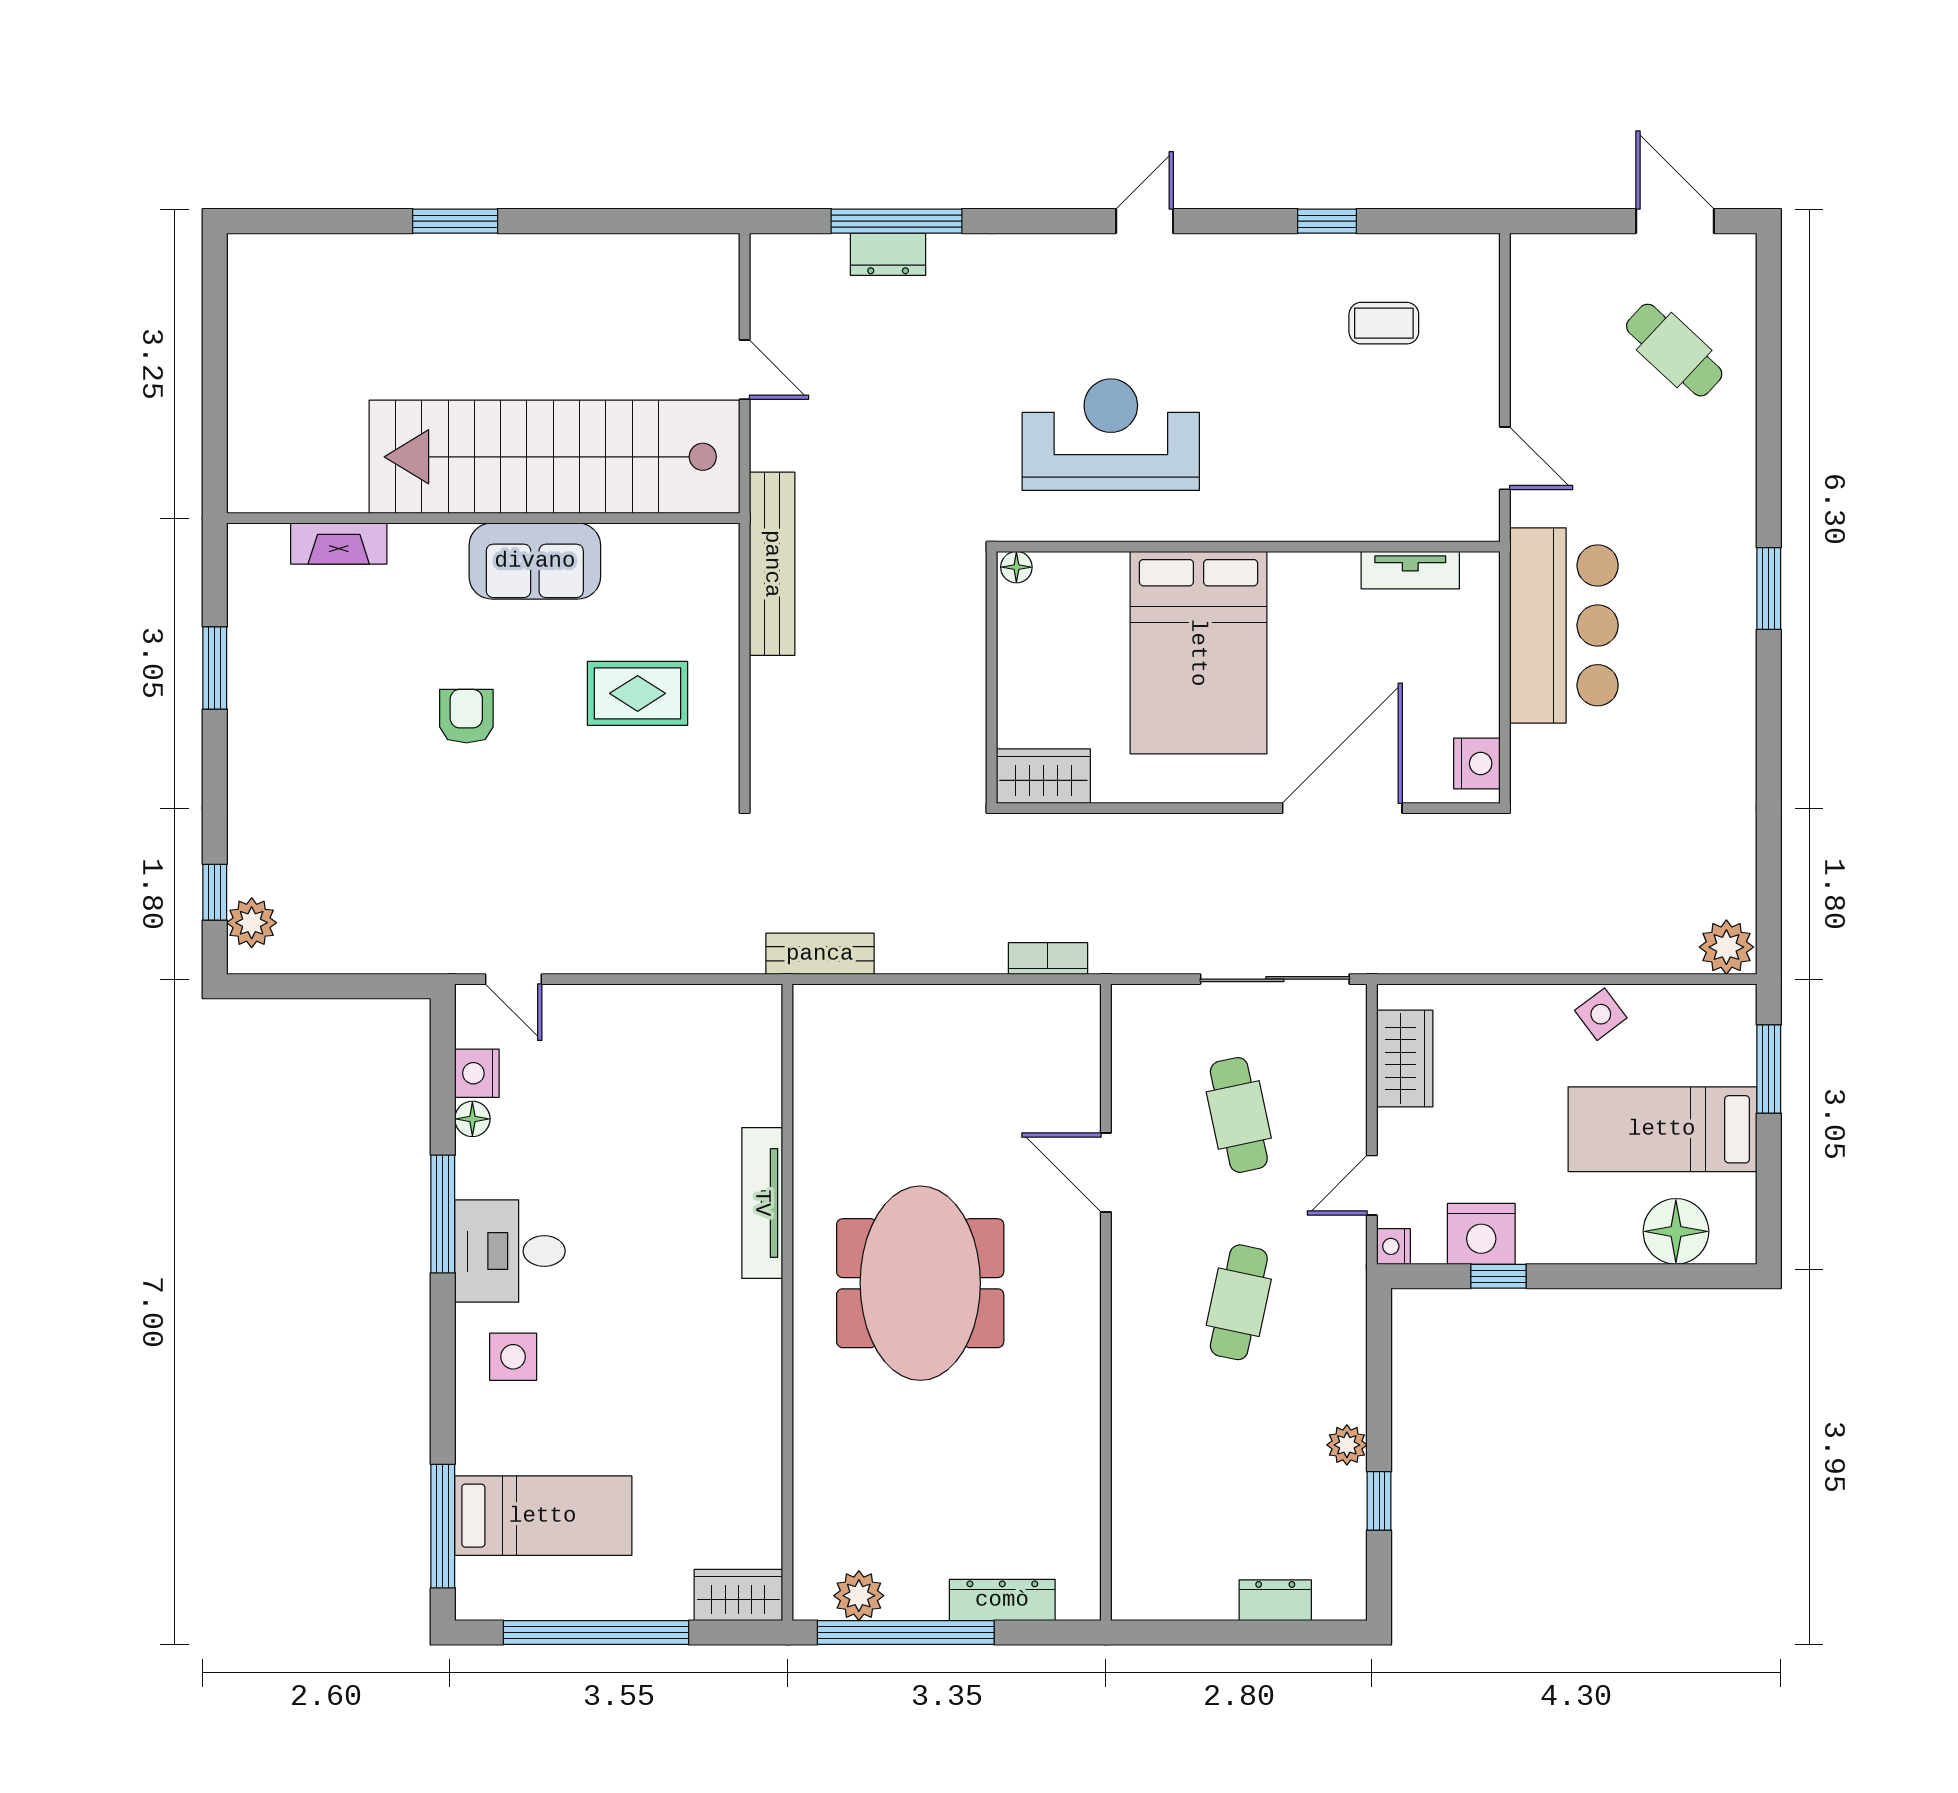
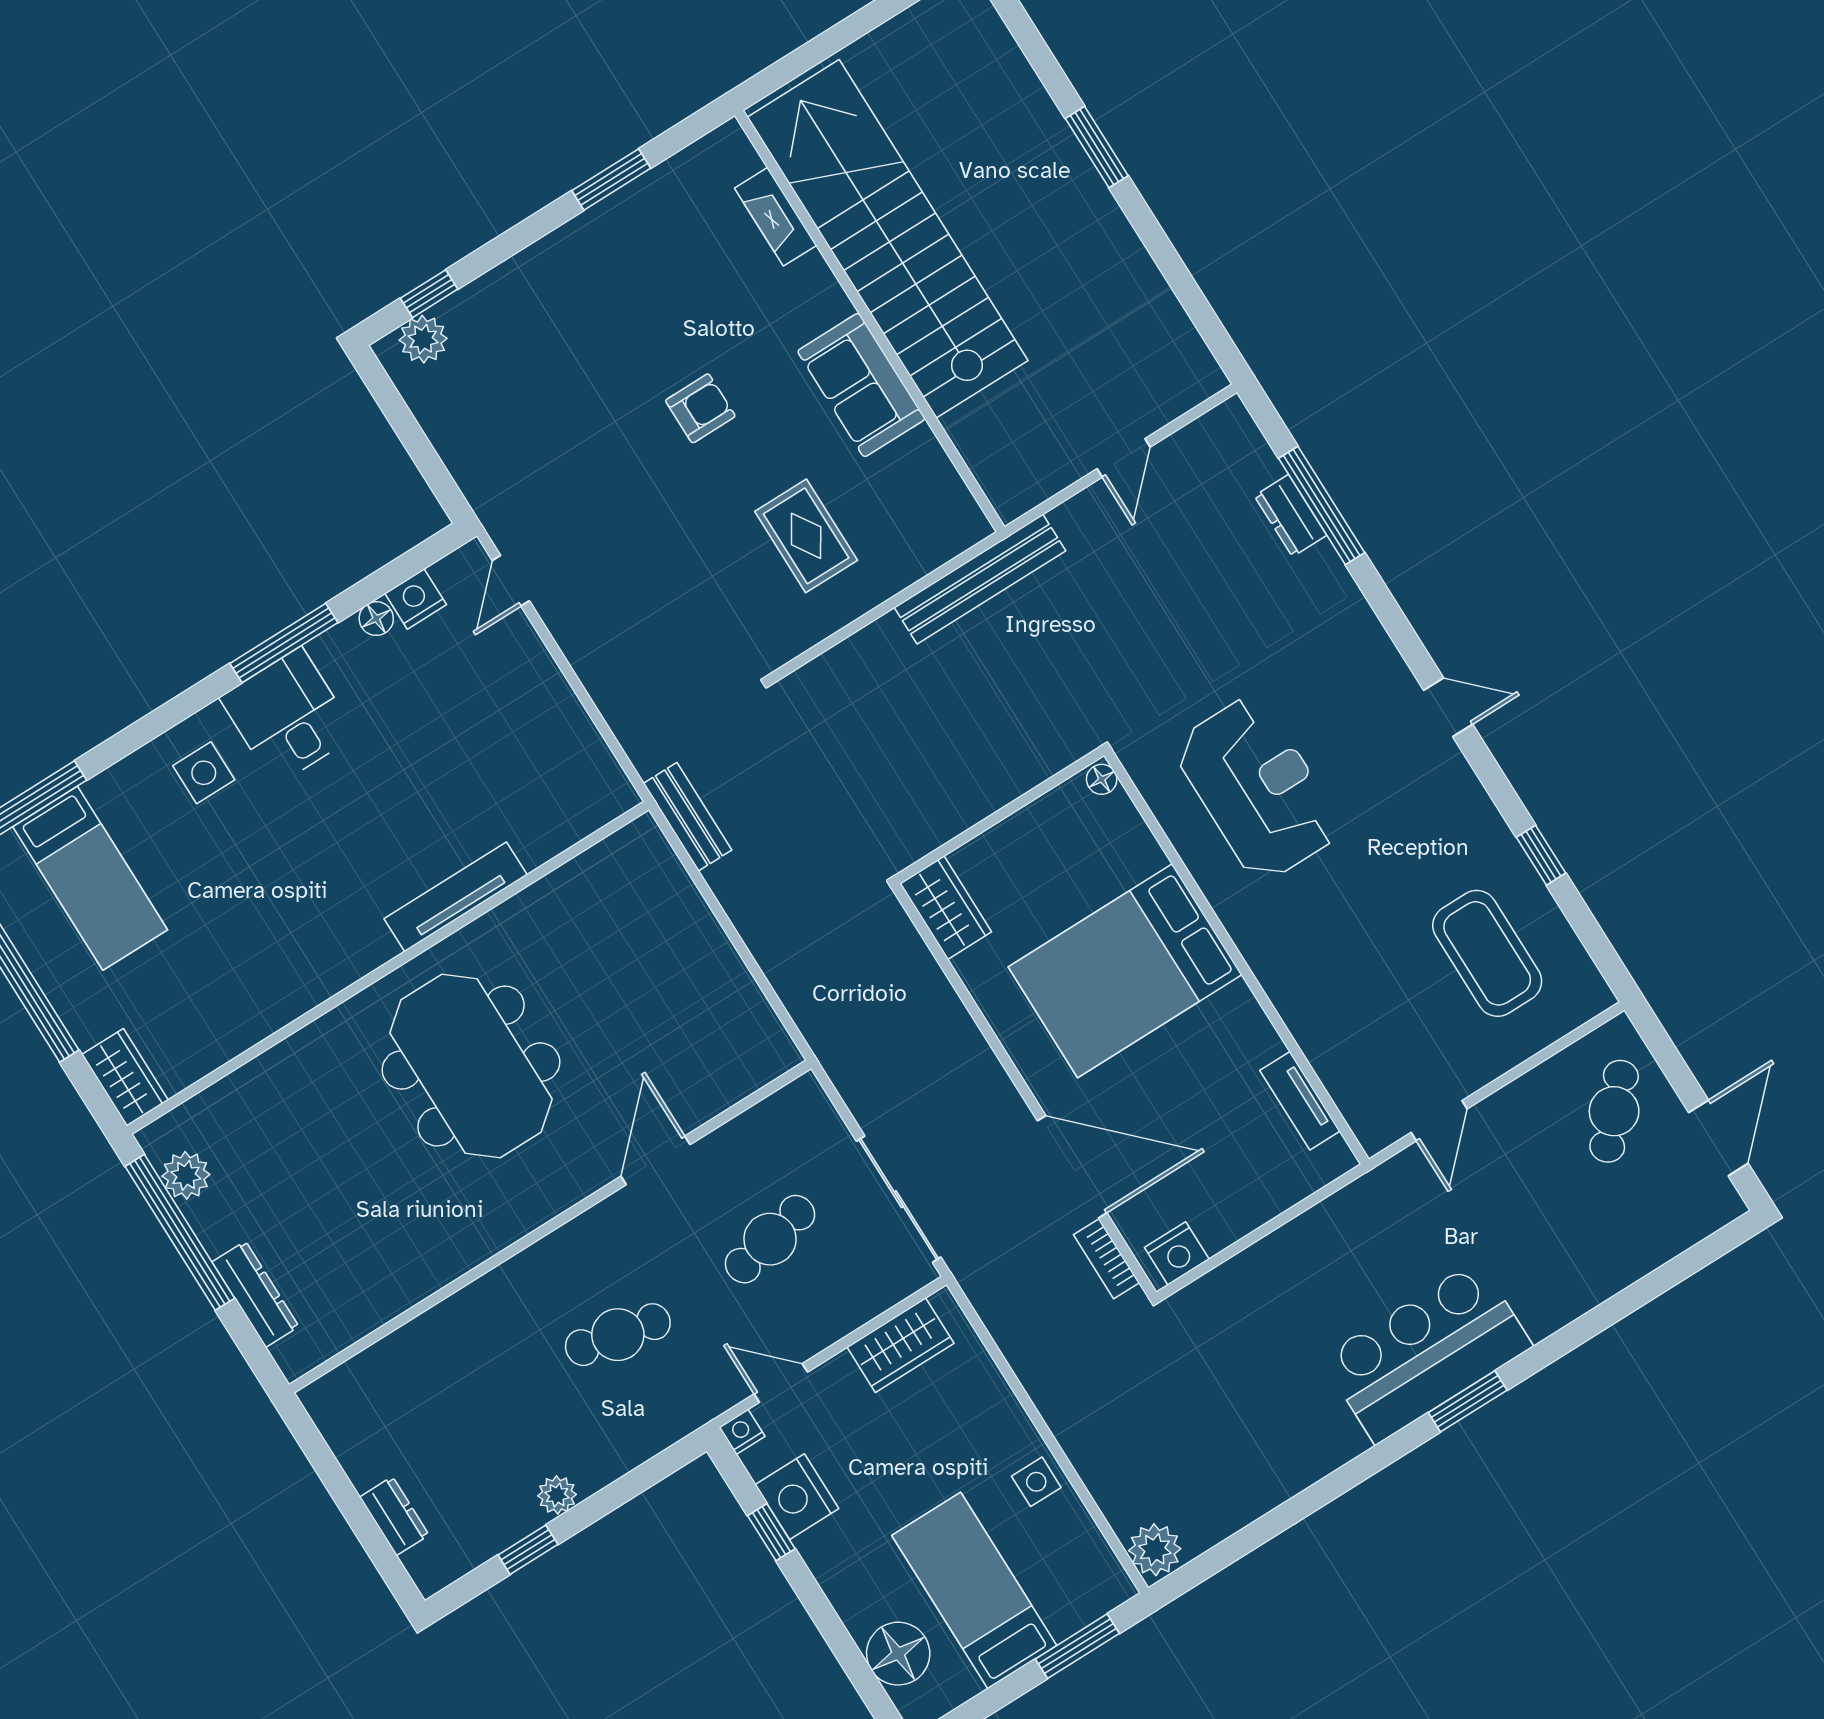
coffee table: (1384, 323) -> (1487, 953), width x1.86, depth x1.72
cafe table: (1674, 350) -> (1614, 1111), moved
stairs: (555, 457) -> (888, 239), moved
bar counter: (1564, 625) -> (1427, 1352), moved, turned 180
bookcase: (1048, 959) -> (1106, 1259), moved, turned 180
side table: (1601, 1014) -> (1036, 1482), turned 37
meeting table: (920, 1283) -> (471, 1066), turned 90

